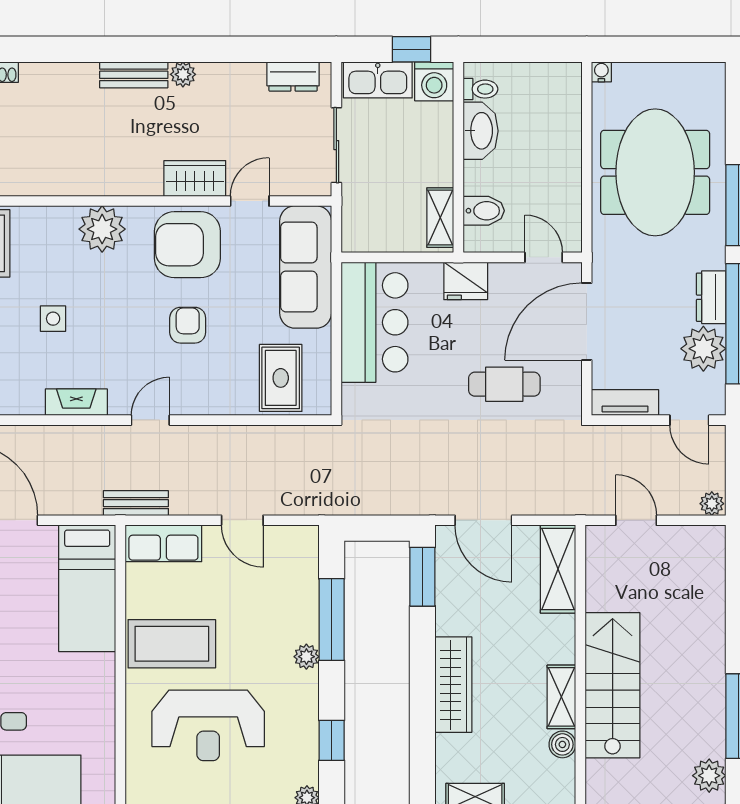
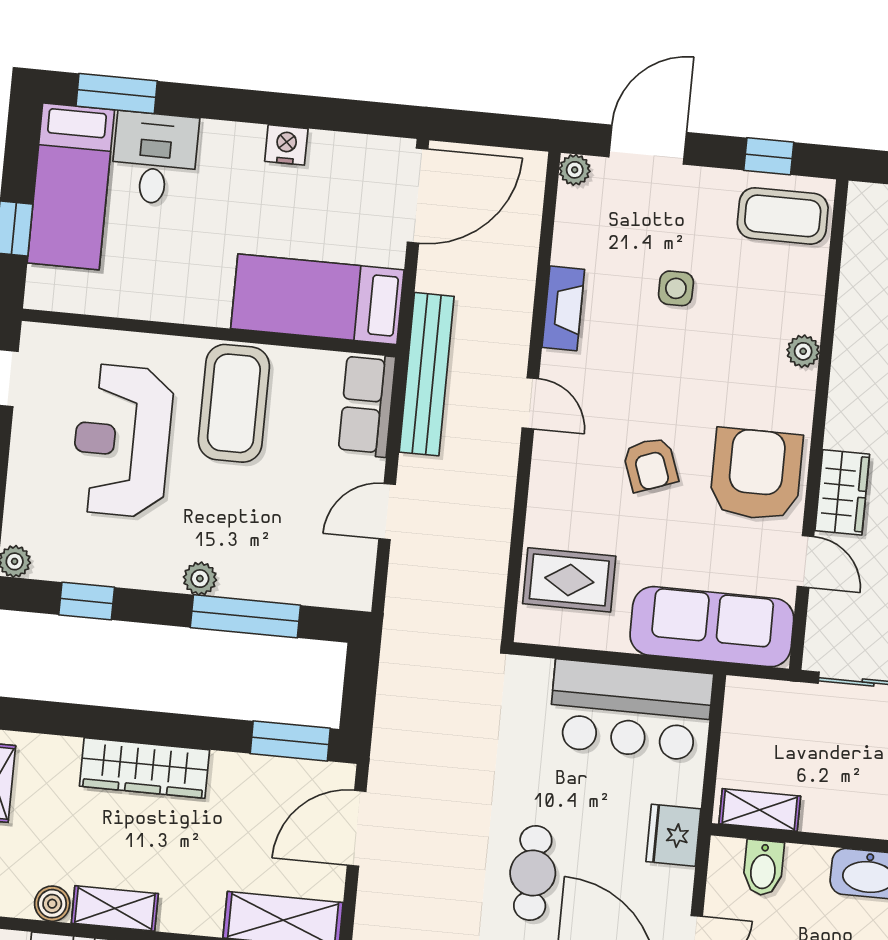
plant: (102, 229) -> (803, 351), width x0.53, depth x0.53
armchair: (188, 325) -> (650, 464), turned 70
bench: (136, 503) -> (427, 374), width x1.86, depth x1.21

